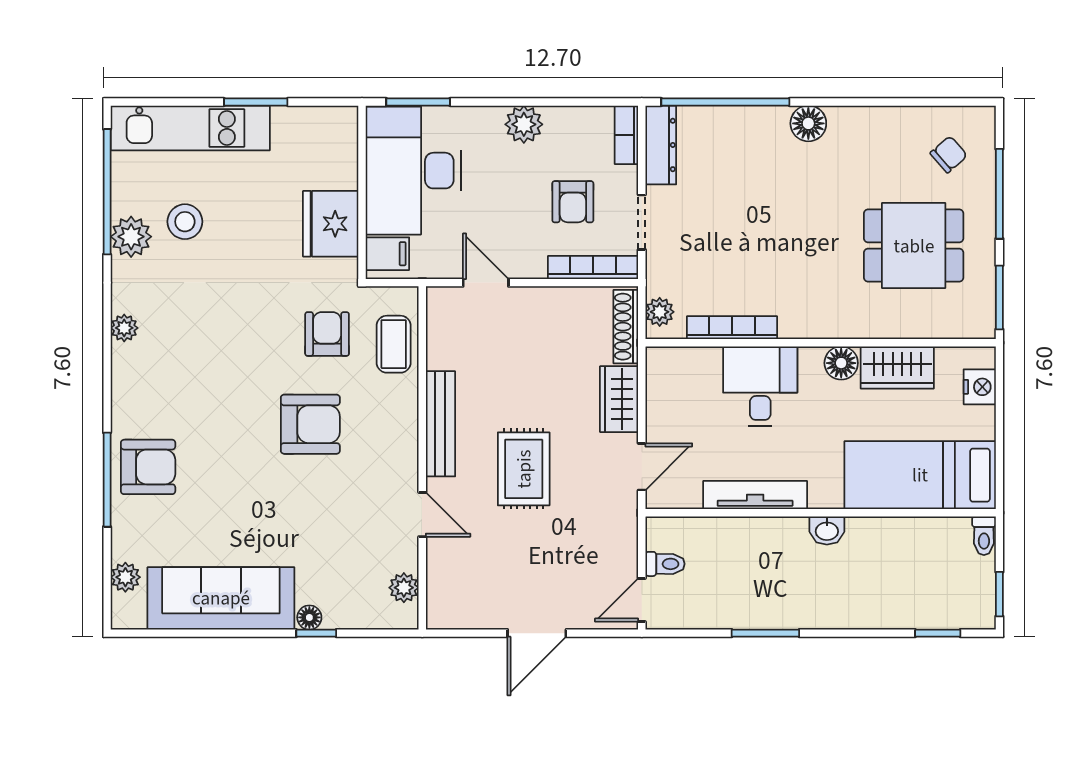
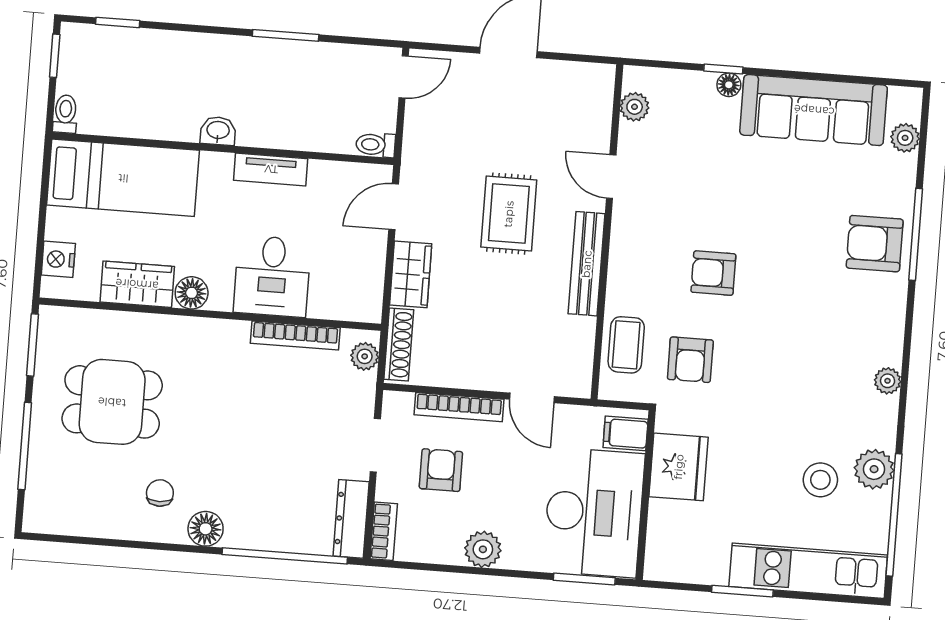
chair: (949, 154) -> (160, 493), moved, turned 130
bookcase: (593, 267) -> (459, 407), moved
armchair: (310, 424) -> (713, 273), width x0.72, depth x0.72
tv unit: (755, 495) -> (271, 169), width x0.71
toilet: (665, 564) -> (376, 145), moved

